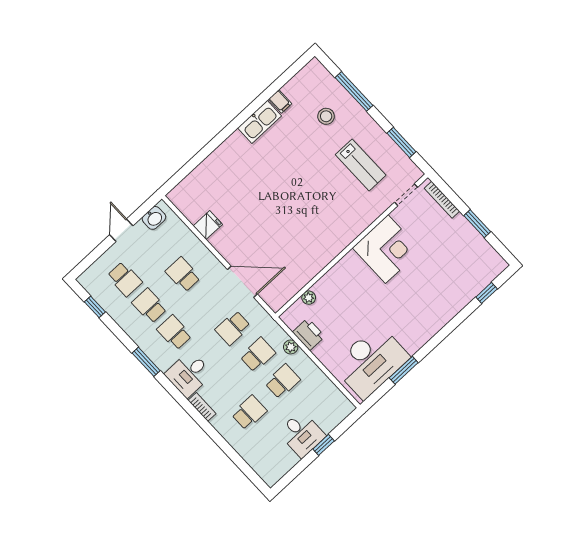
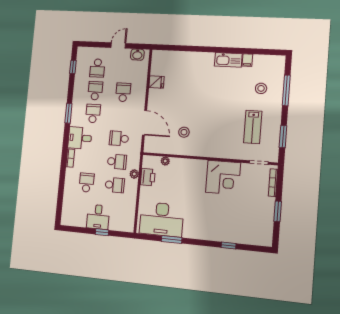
stool: (295, 246) -> (184, 132), added
window: (487, 293) -> (229, 245), moved
school desk: (249, 413) -> (87, 183), turned -90

